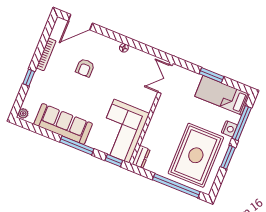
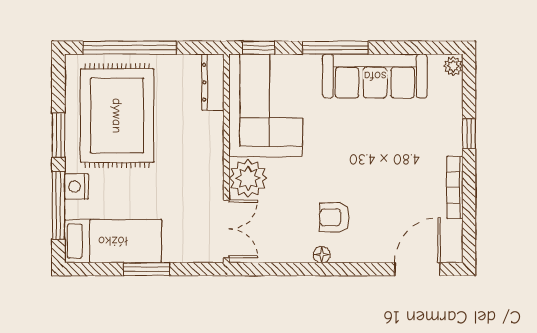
armchair: (85, 68) -> (334, 217), moved, turned -90
plant: (145, 99) -> (248, 178), added
dresser: (141, 157) -> (213, 82), width x1.44

